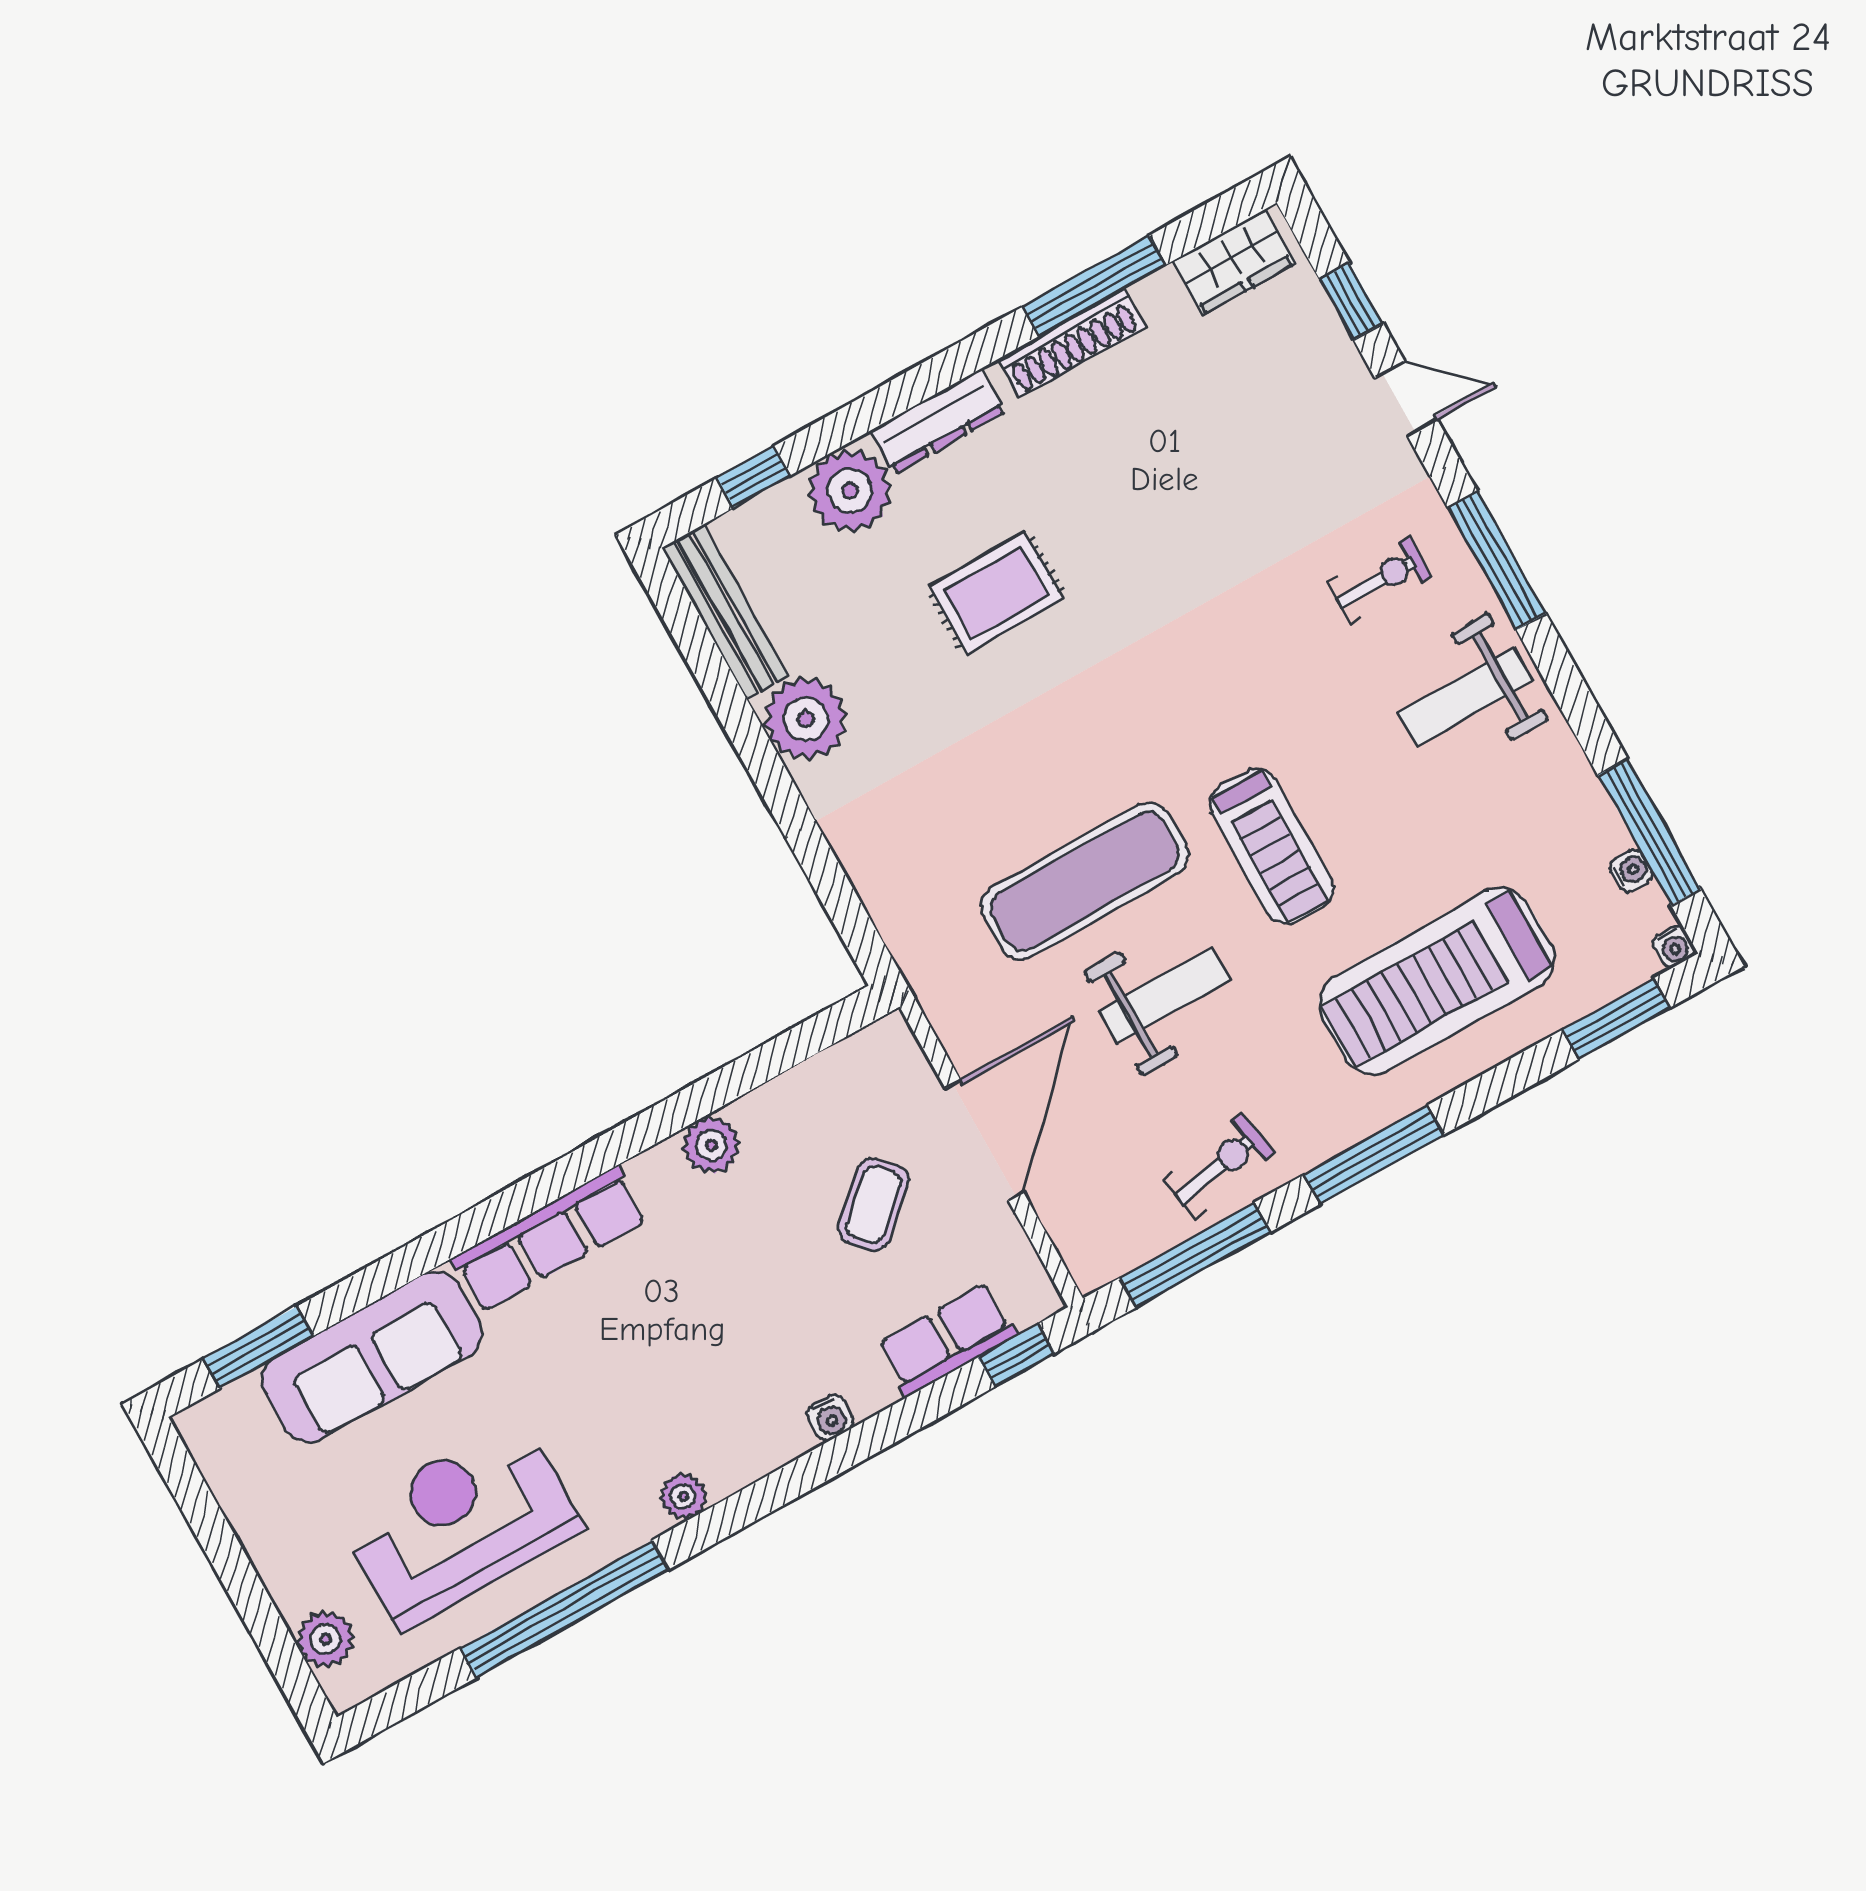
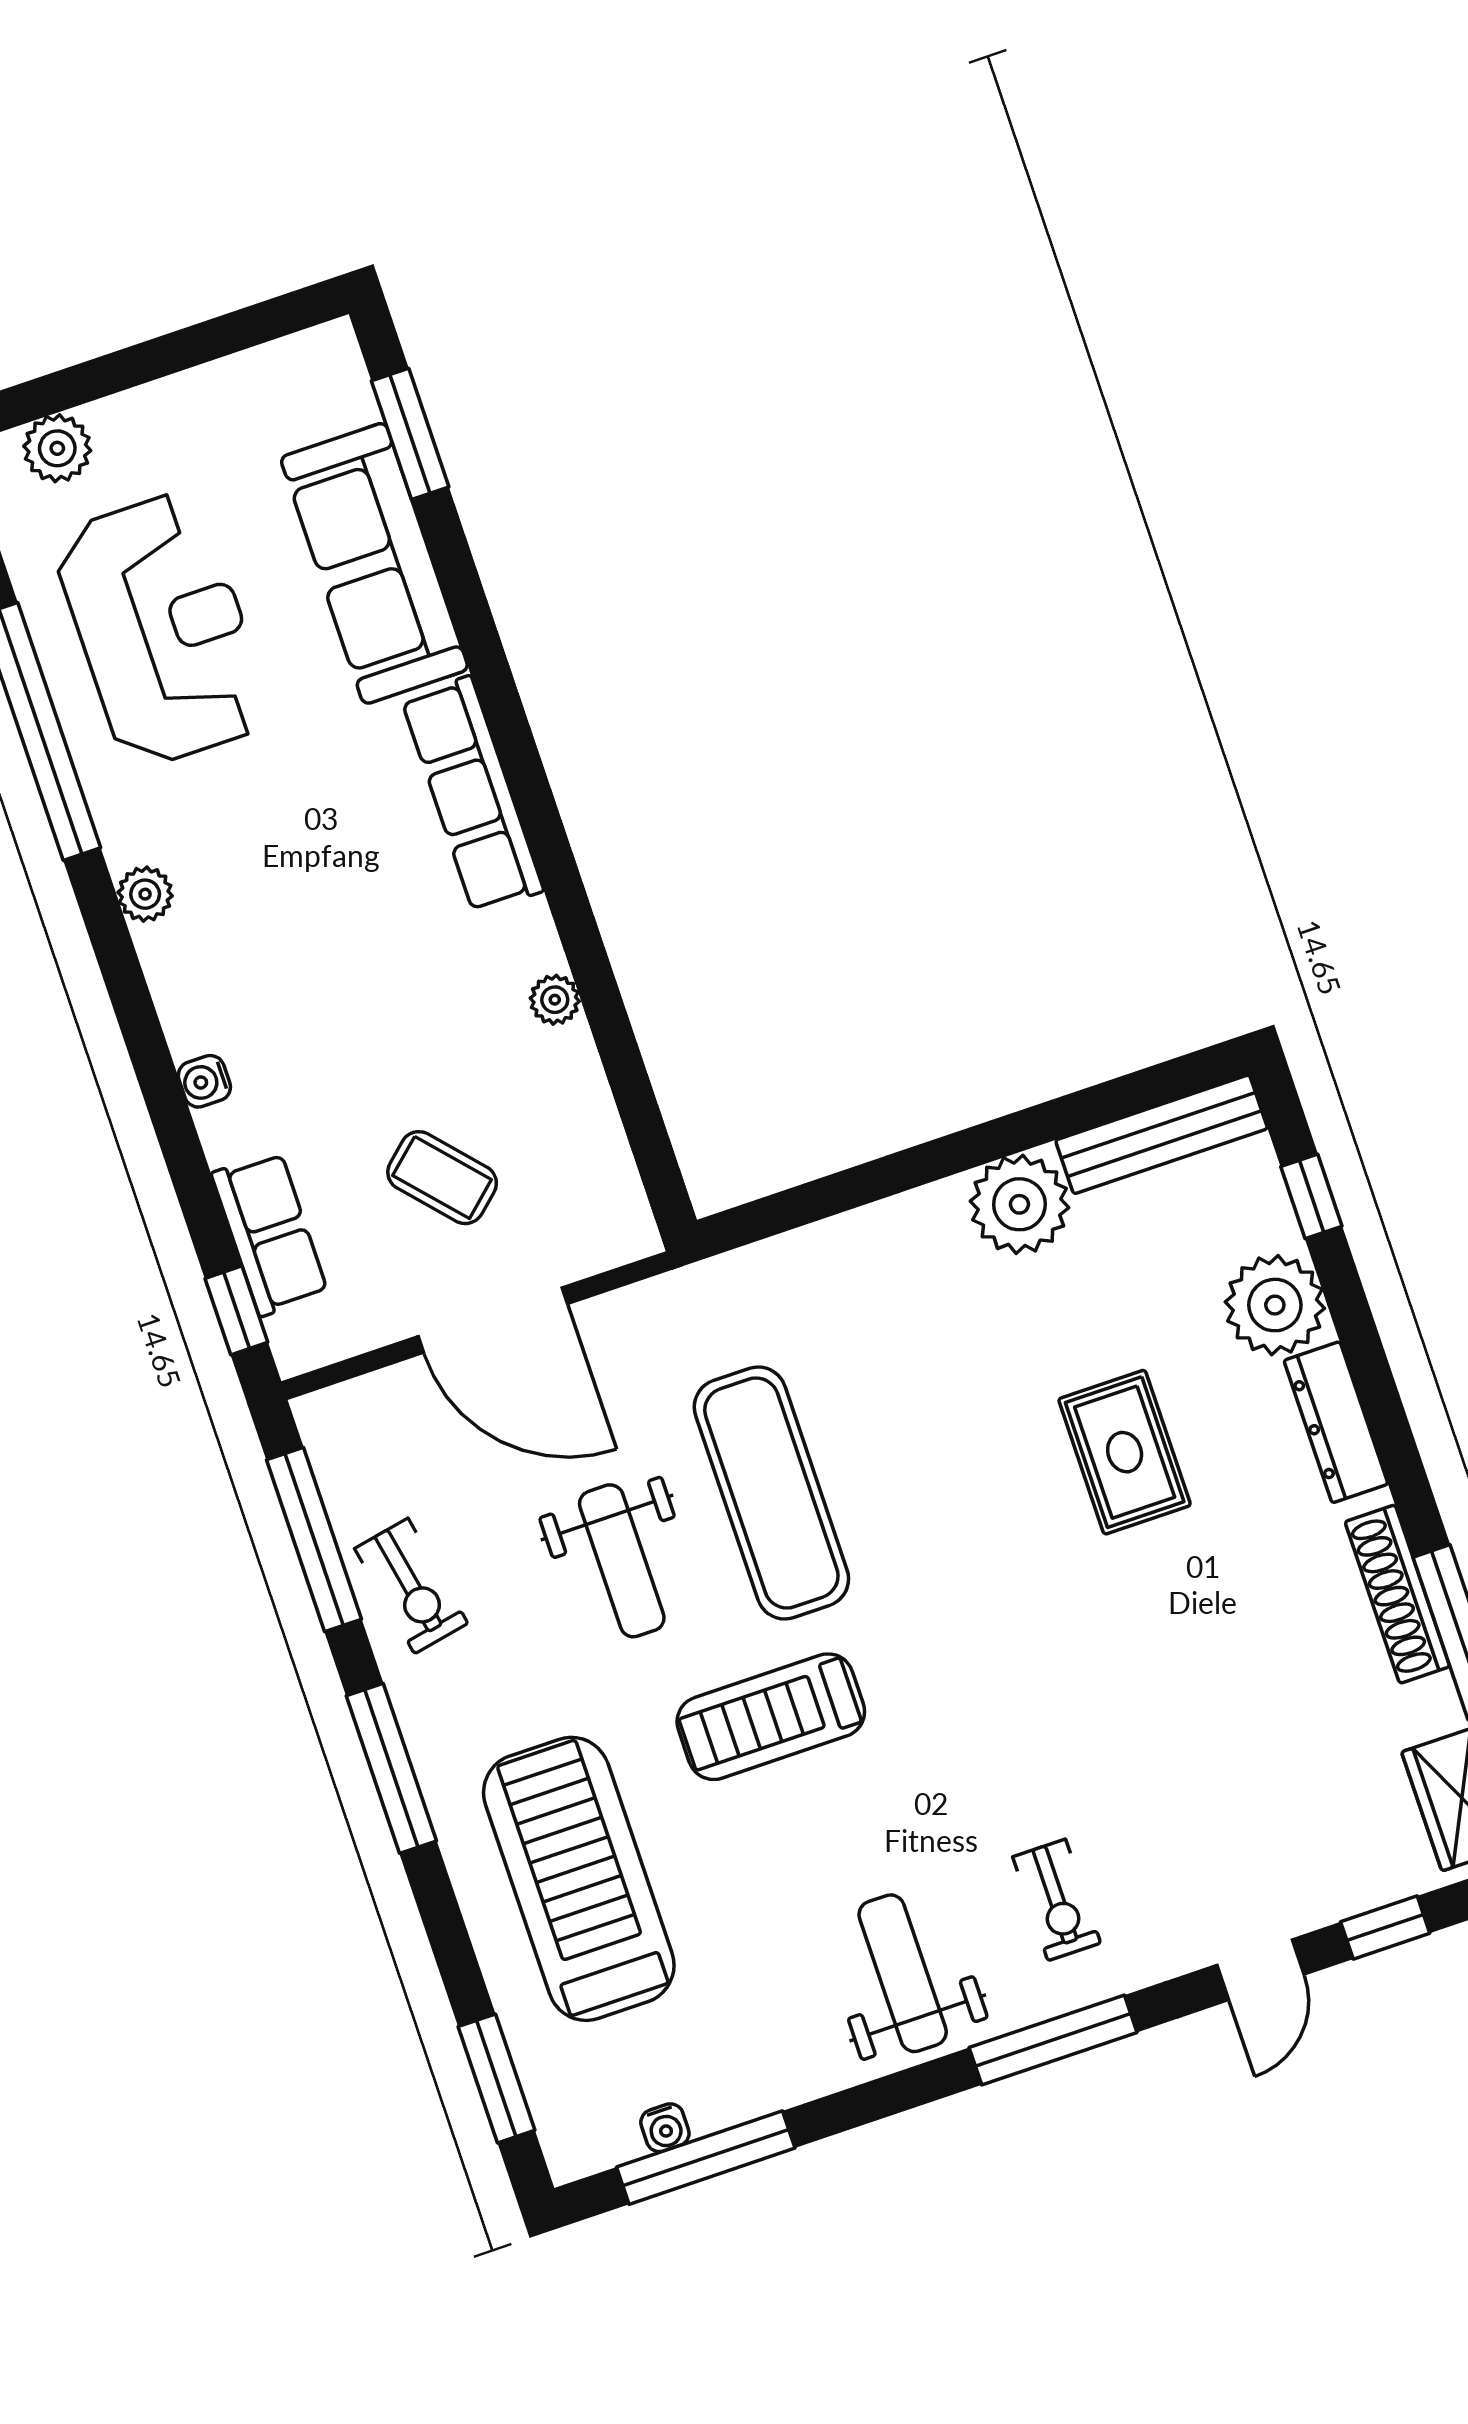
water cooler: (1674, 947) -> (567, 2161), removed
plant: (711, 1145) -> (555, 1000), width x0.73, depth x0.73

